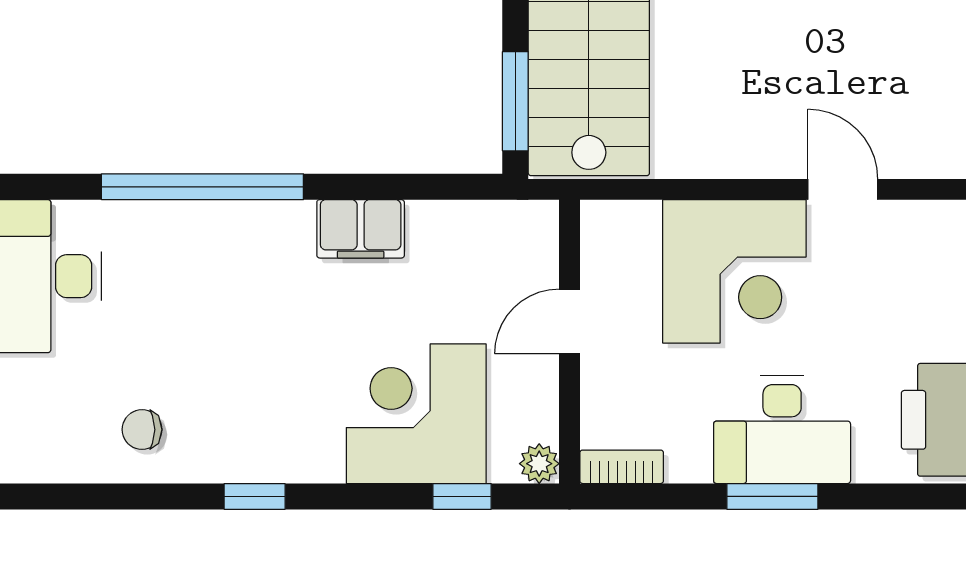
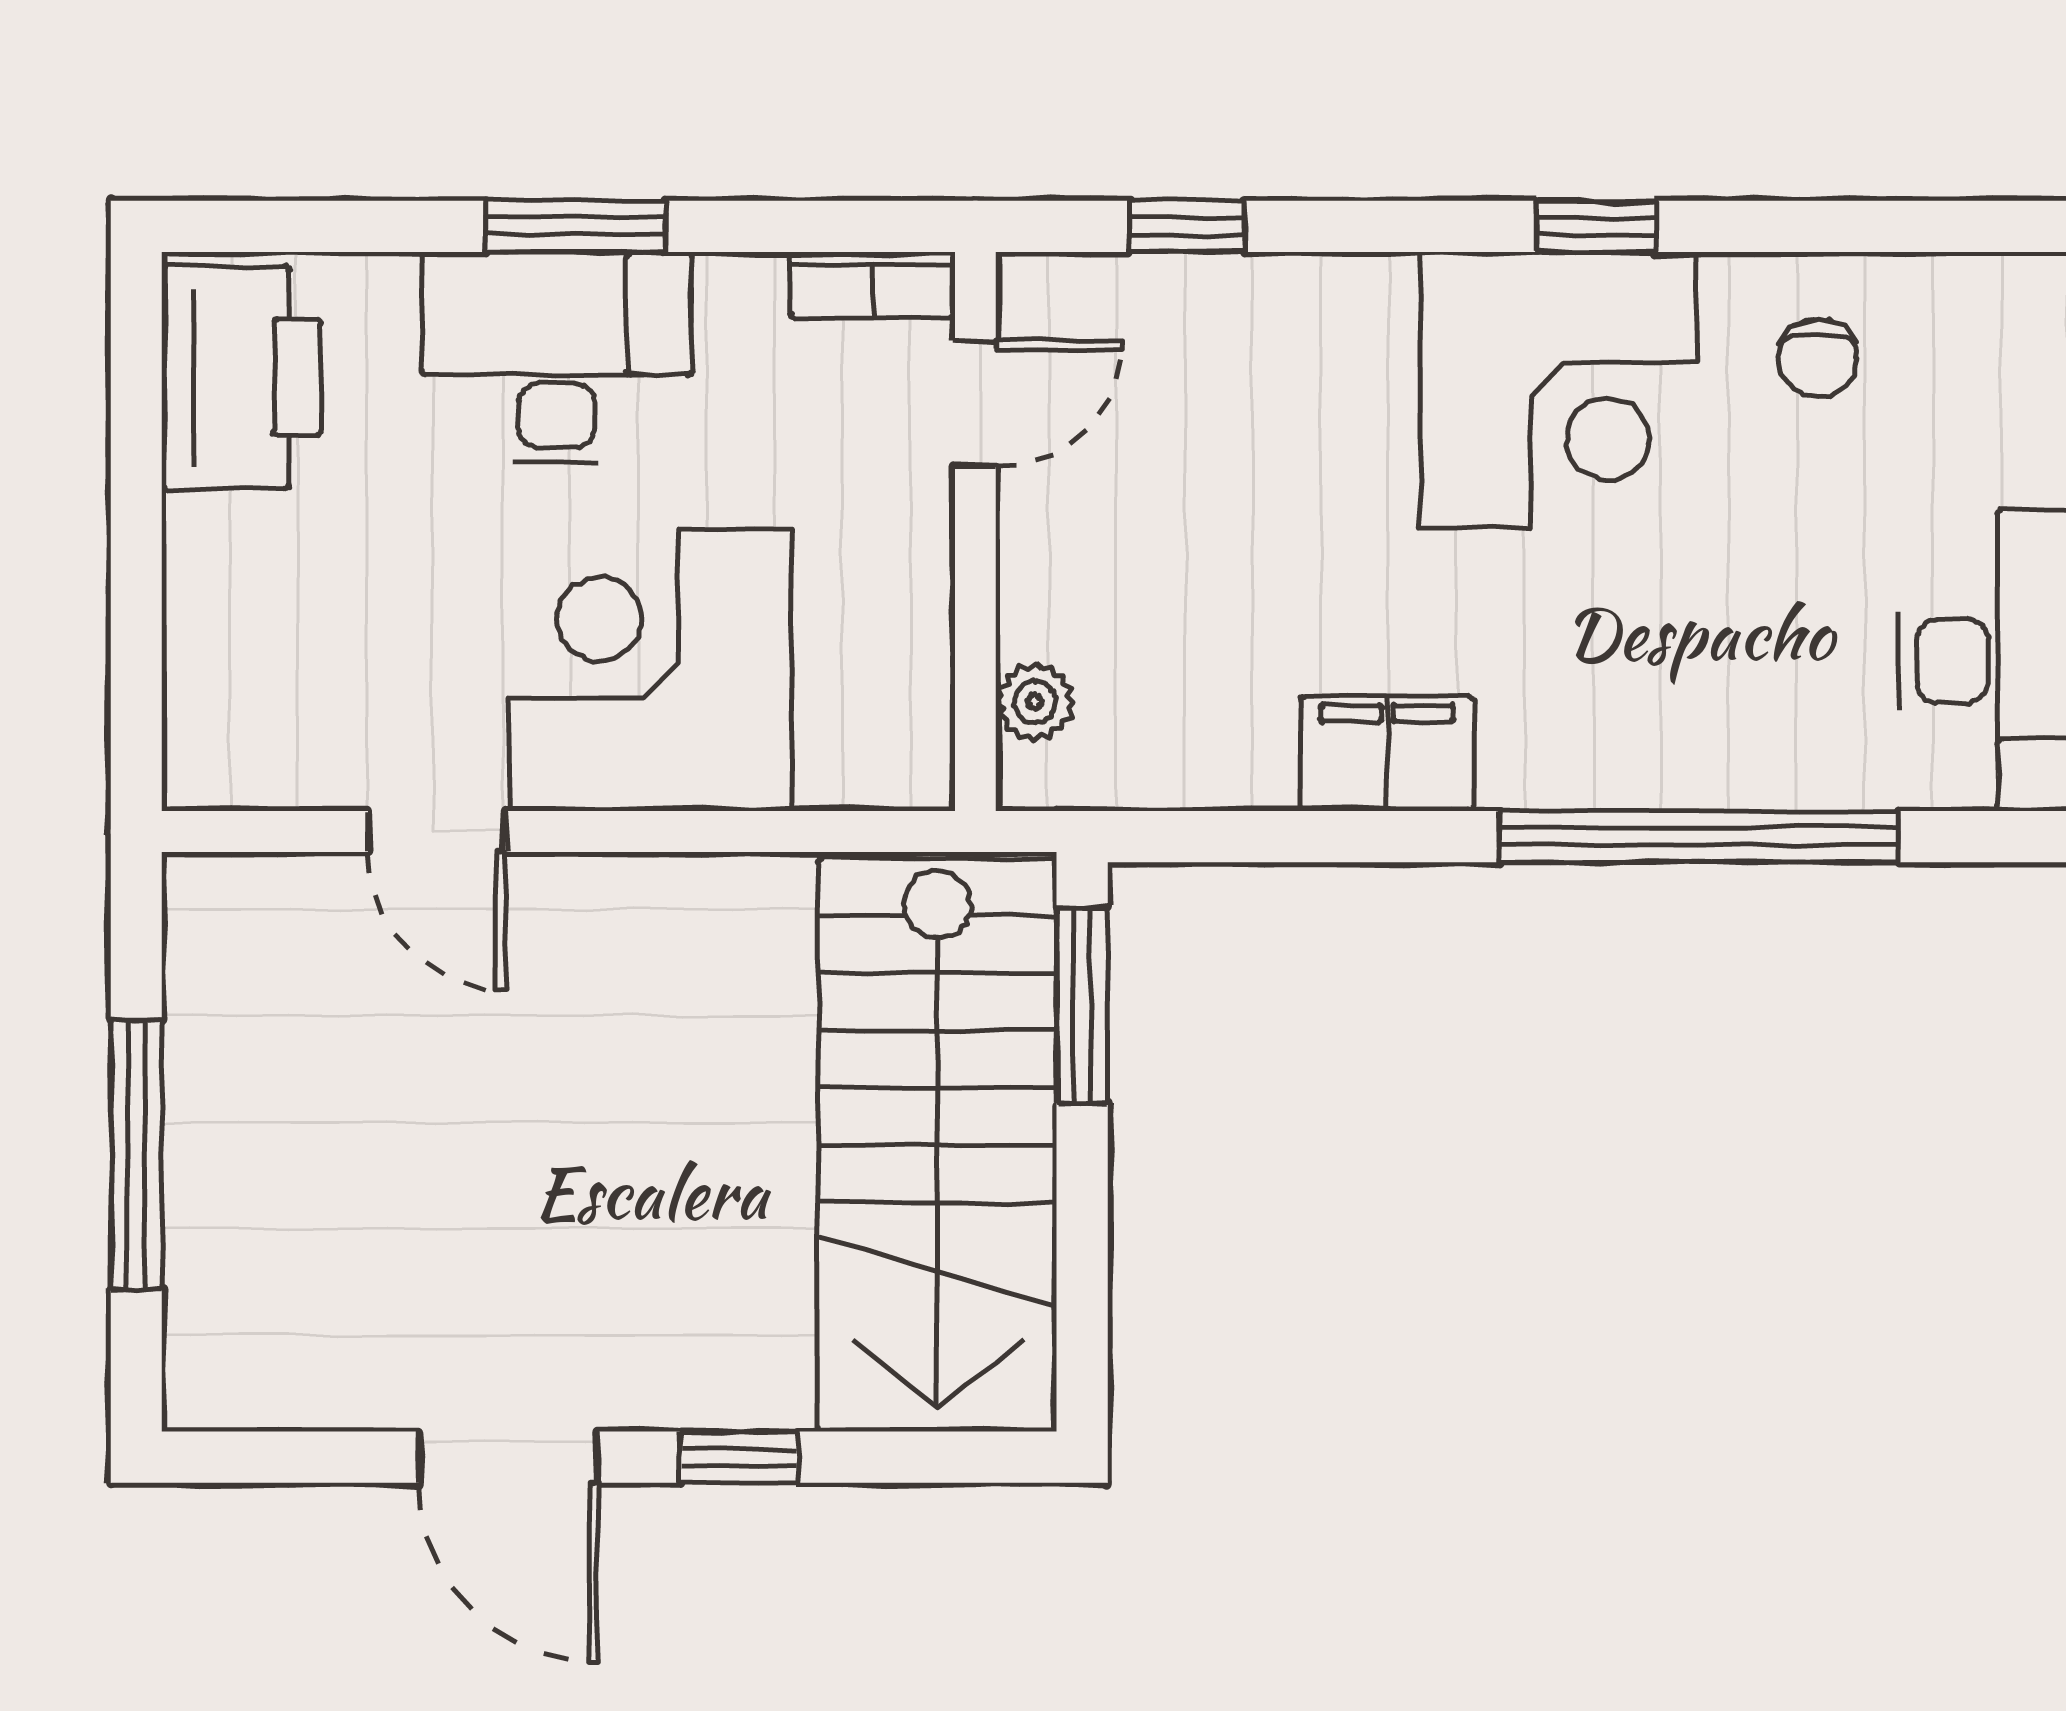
door: (569, 321) -> (975, 404), moved
corner desk: (416, 414) -> (1558, 390), moved
chair: (142, 430) -> (1818, 358), turned 90
plant: (539, 464) -> (1035, 702), moved

